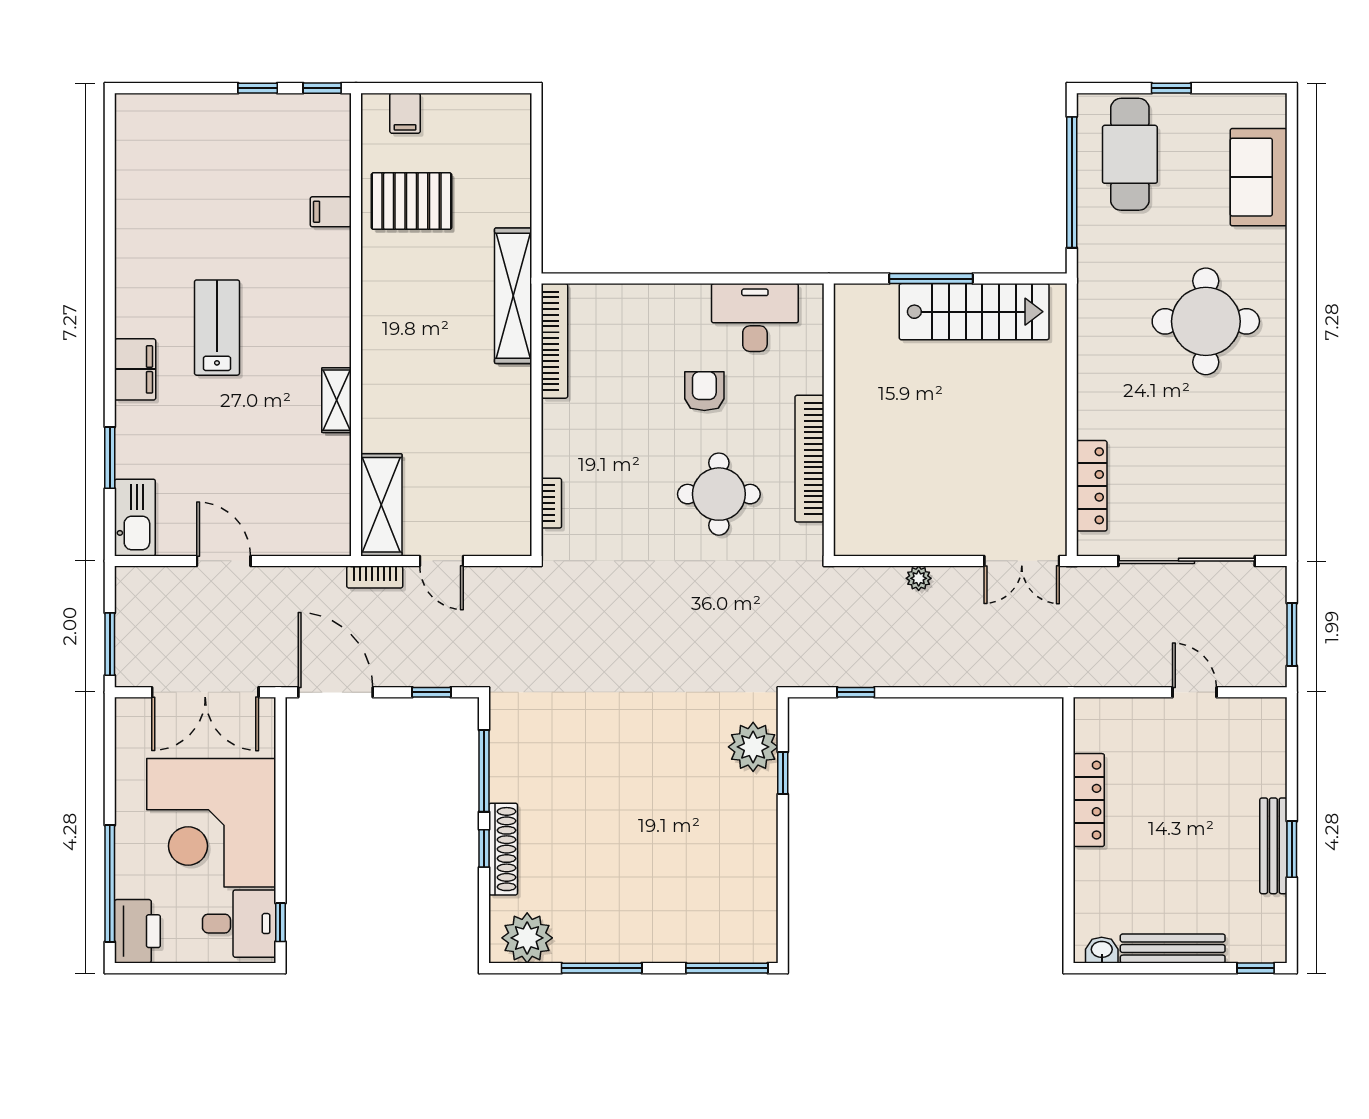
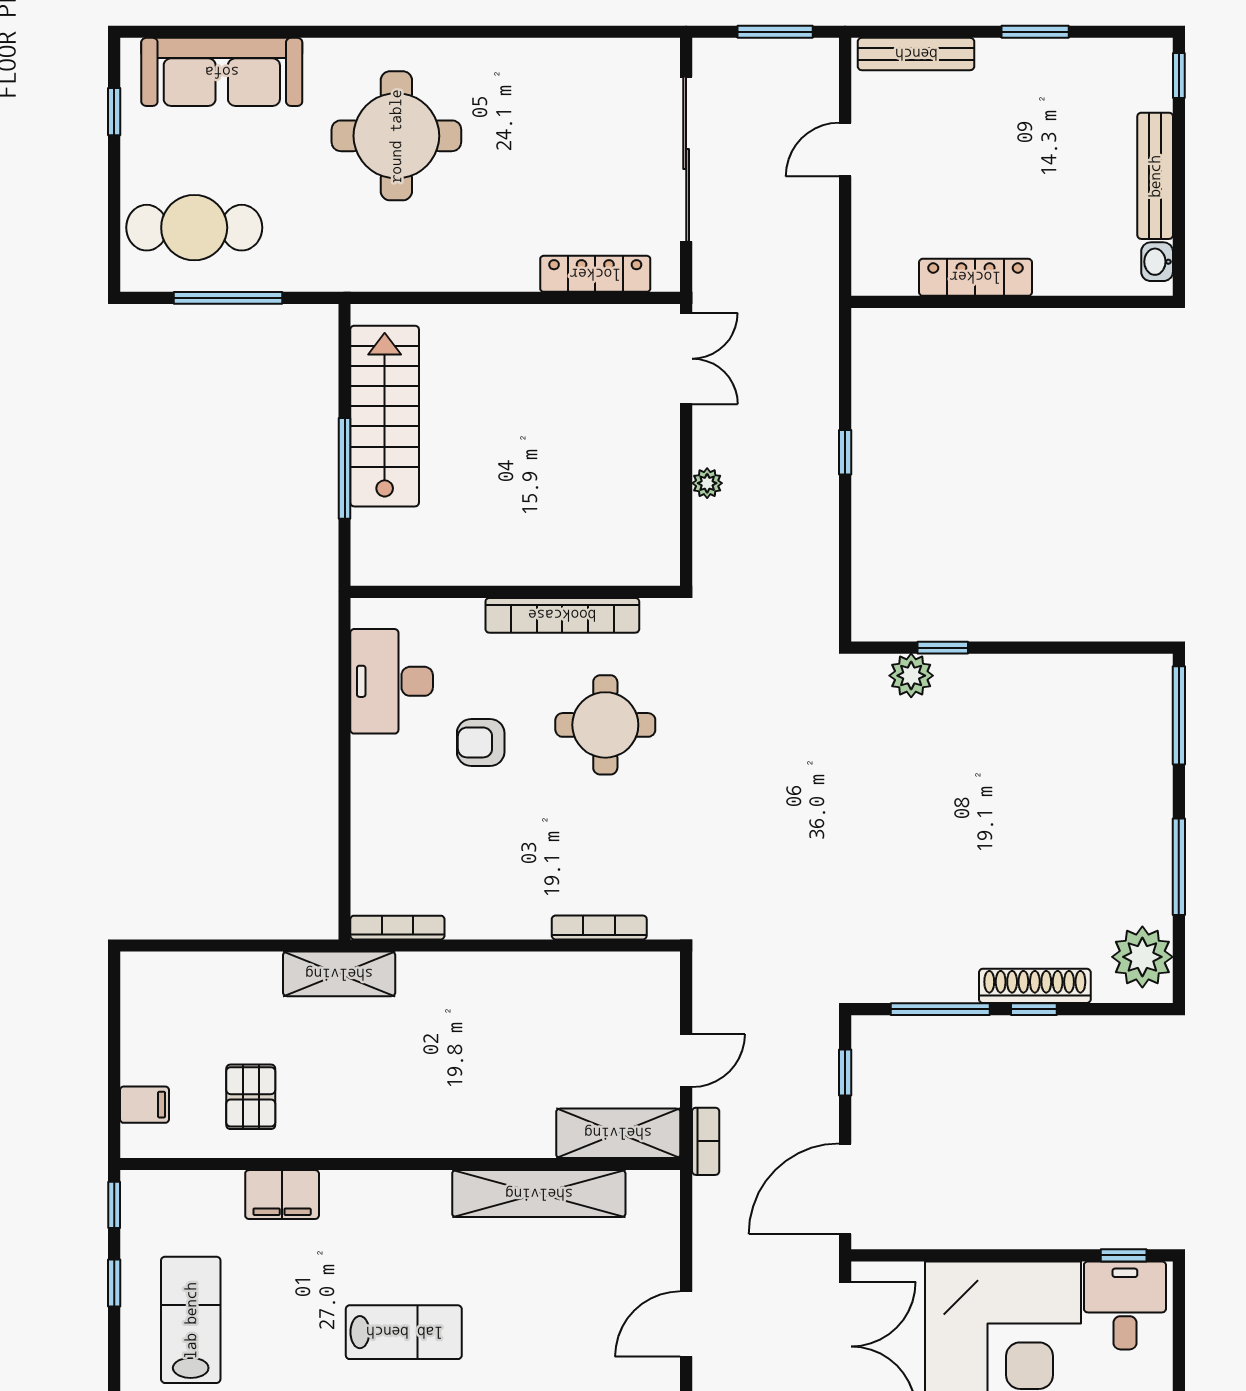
window: (1171, 88) -> (114, 112), moved
lab bench: (227, 151) -> (191, 1320), added
sofa: (1259, 177) -> (222, 72), width x1.36
window: (1072, 182) -> (228, 298), width x0.68
pallet: (411, 201) -> (251, 1097), width x0.67, depth x0.71
filing cabinet: (331, 212) -> (282, 1195), width x2.00
shelving: (513, 296) -> (339, 974), width x0.68
lab bench: (217, 328) -> (404, 1332), turned 180
bookcase: (555, 341) -> (397, 928), width x0.68, depth x0.76
shelving: (336, 400) -> (539, 1194), width x2.20, depth x1.33
bookcase: (551, 503) -> (599, 927), width x1.56
window: (856, 692) -> (845, 452), moved
plant: (753, 747) -> (911, 676), width x0.73, depth x0.73
bench: (1273, 846) -> (916, 54), moved

